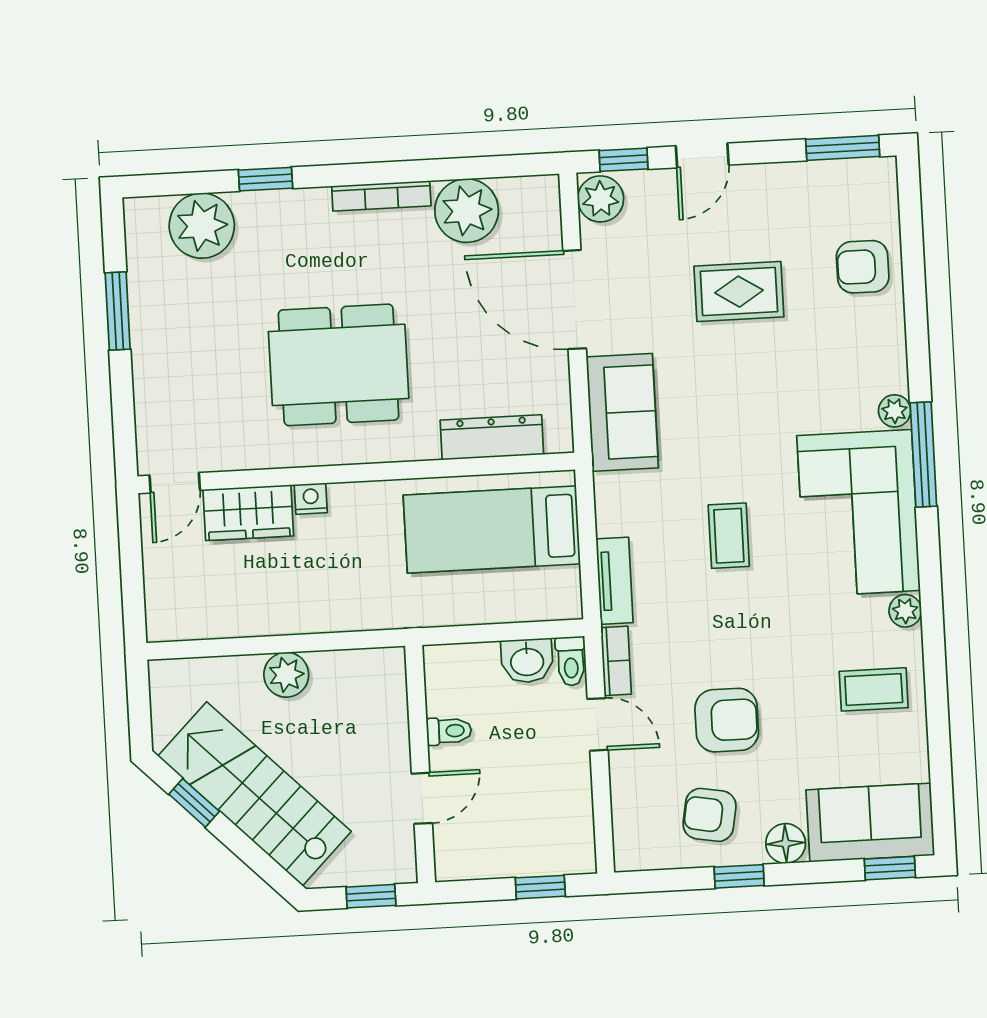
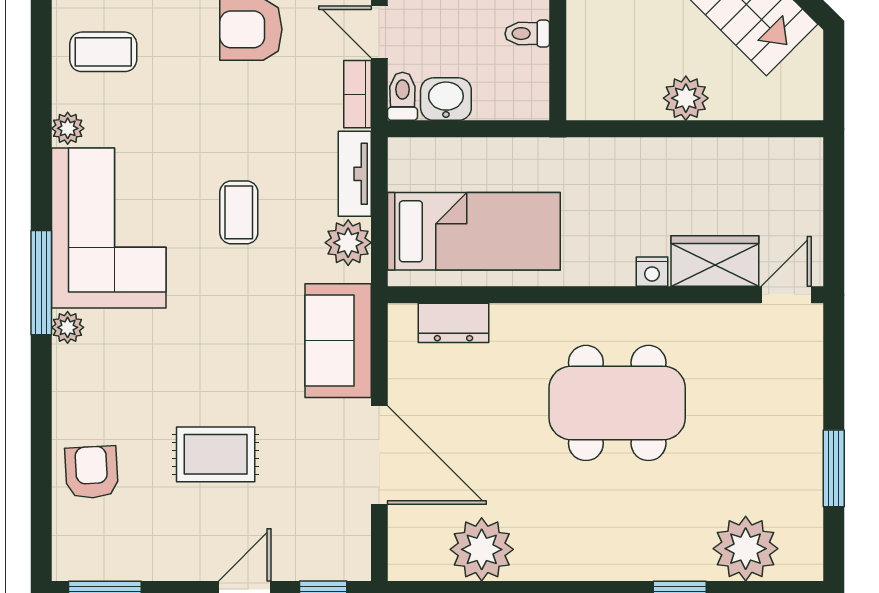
bookcase: (381, 196) -> (566, 569), removed
plant: (601, 199) -> (348, 243), moved
armchair: (863, 267) -> (91, 472), turned -93
dresser: (492, 437) -> (453, 323), width x0.70

